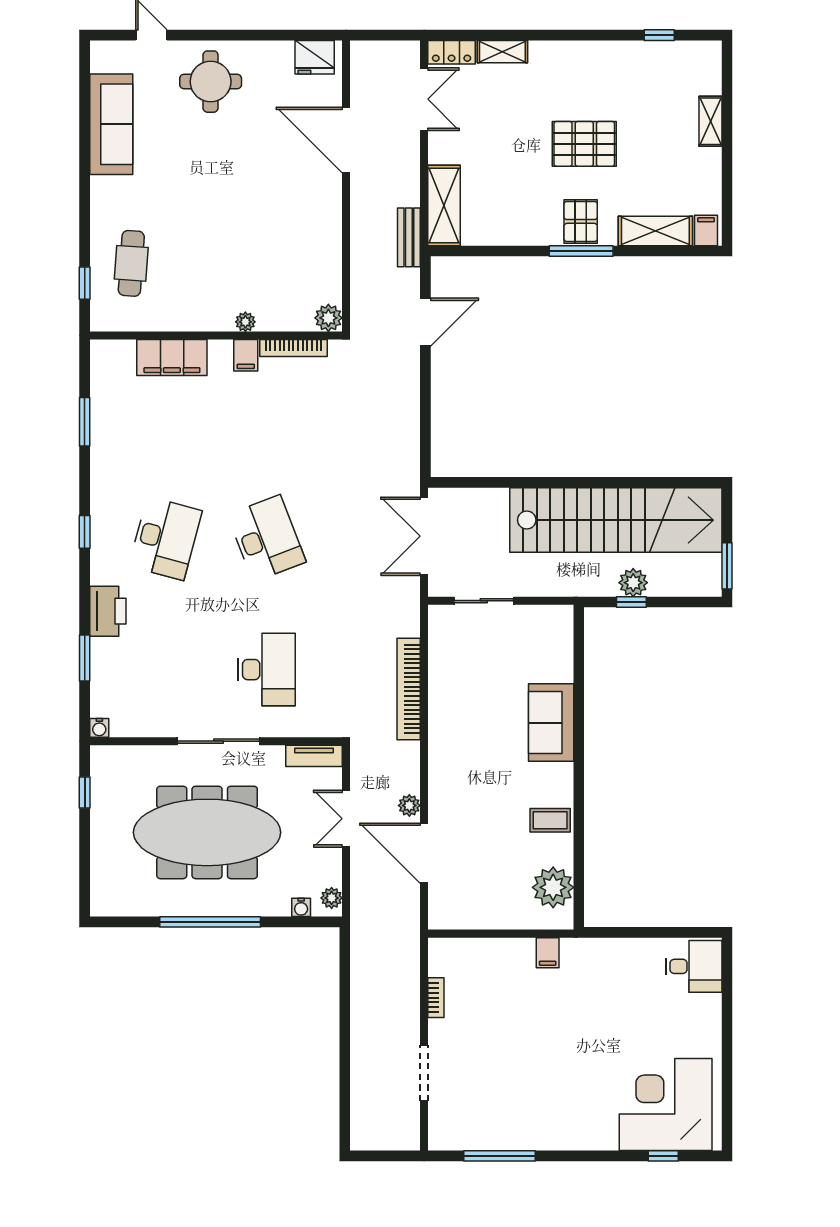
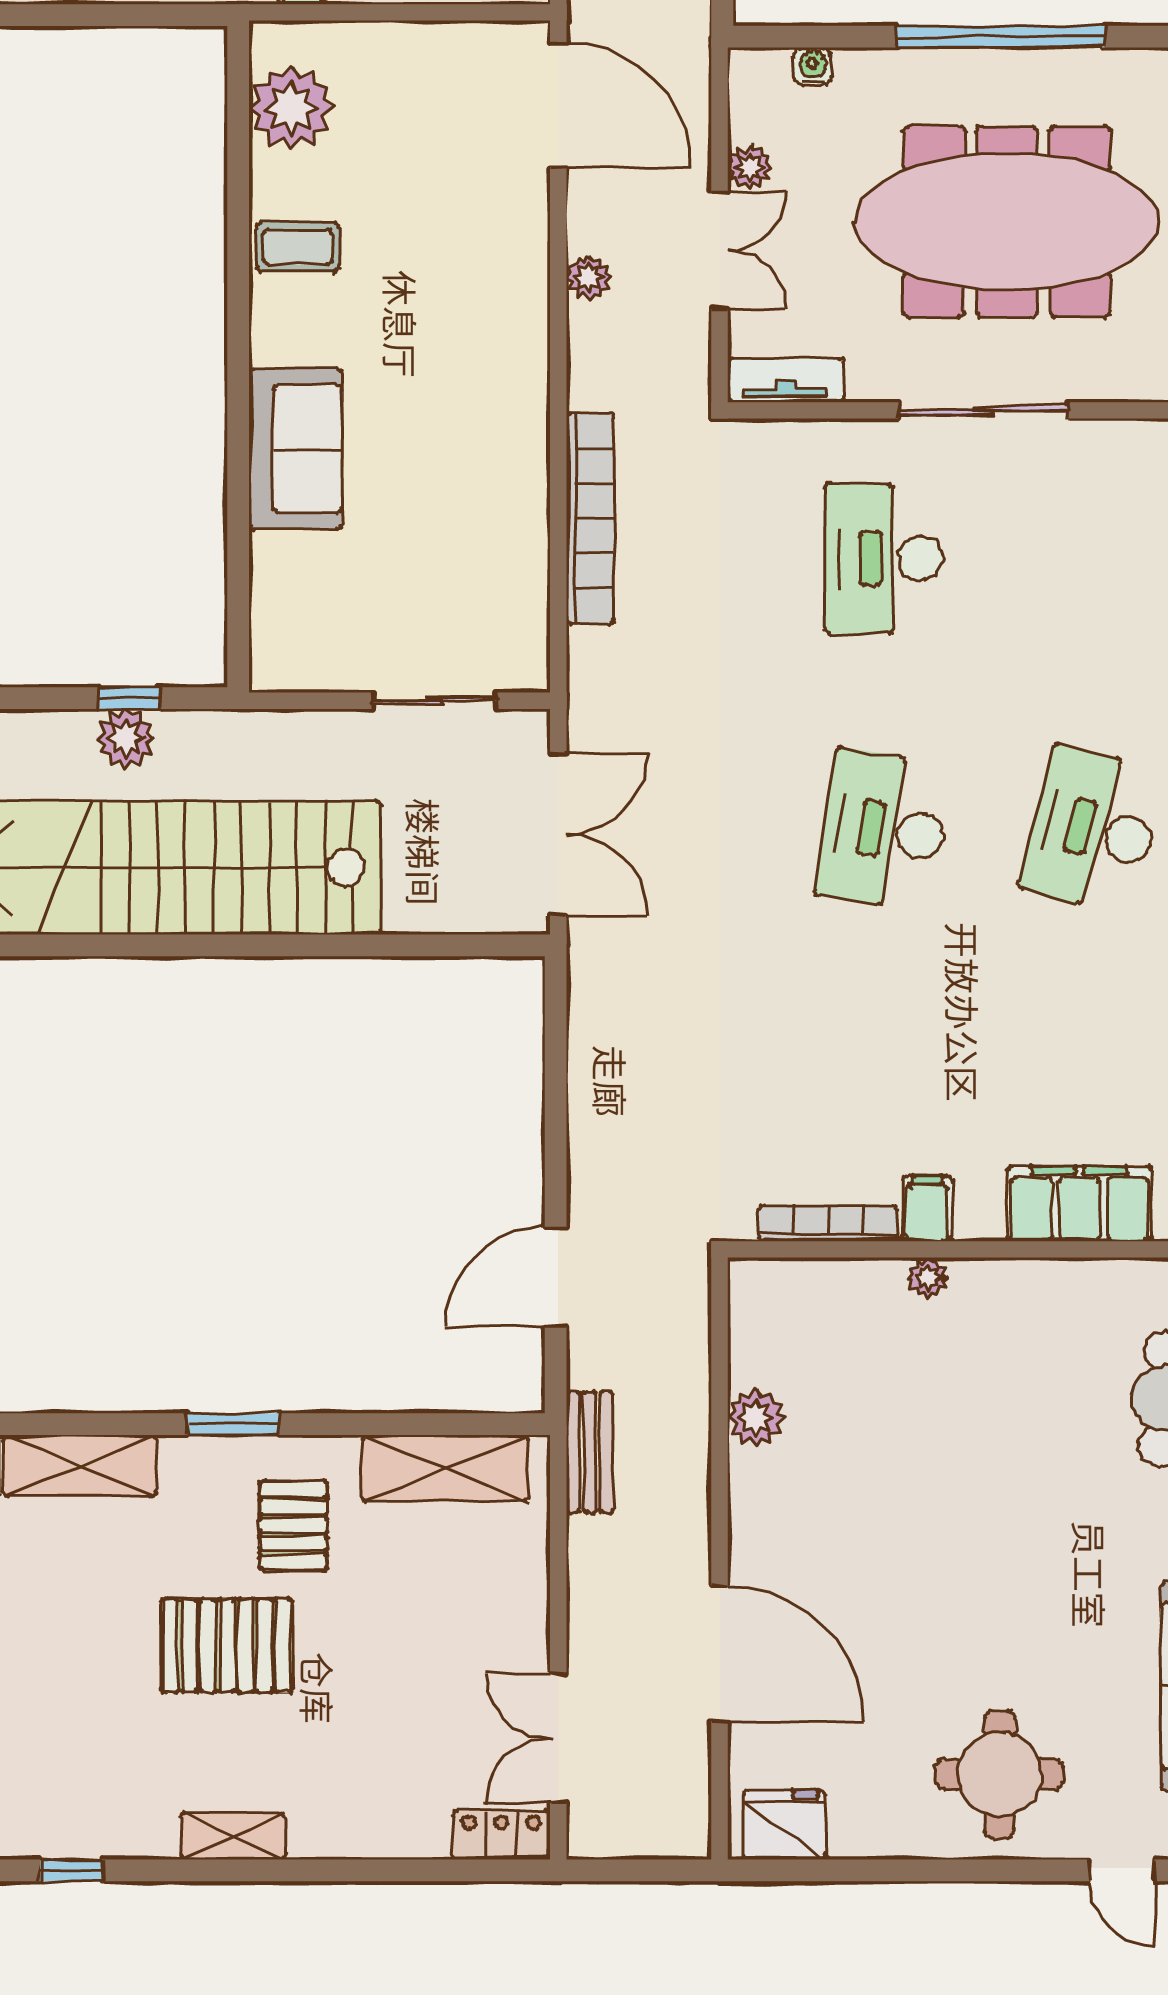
shelving: (502, 52) -> (233, 1836), moved
shelving: (444, 205) -> (445, 1468), moved, turned 90
pallet: (581, 221) -> (293, 1525), moved
window: (581, 251) -> (233, 1424), width x0.69
plant: (328, 318) -> (756, 1418), moved
desk: (267, 538) -> (884, 830), turned 30
door: (424, 853) -> (558, 105), moved
plant: (332, 898) -> (749, 167), moved

